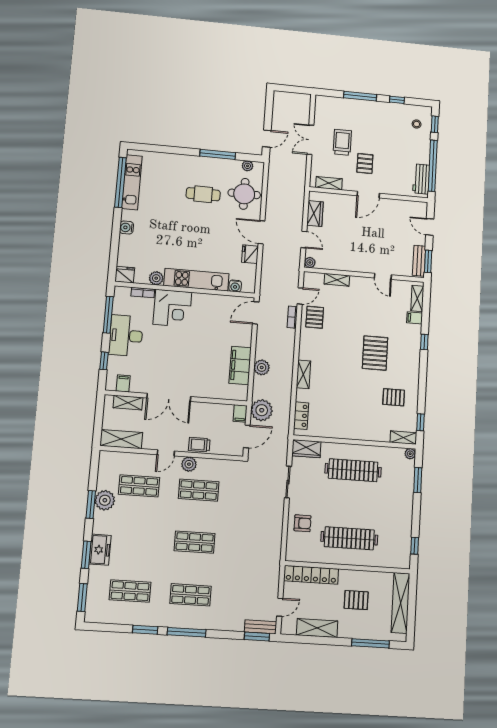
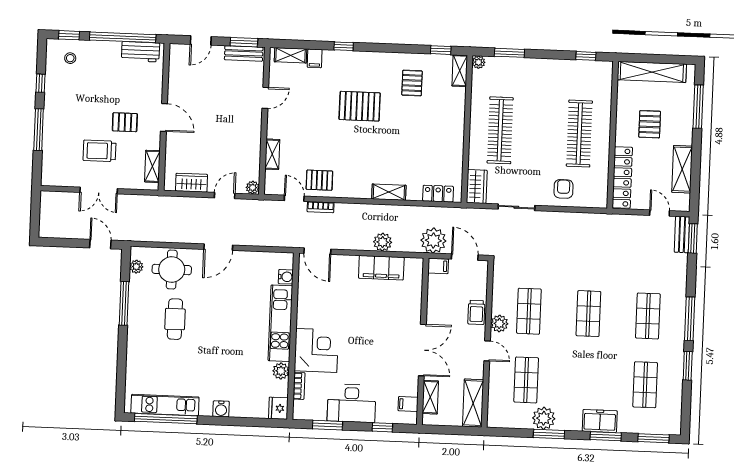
fridge: (250, 254) -> (246, 260), removed
window: (108, 315) -> (327, 425), width x0.69

